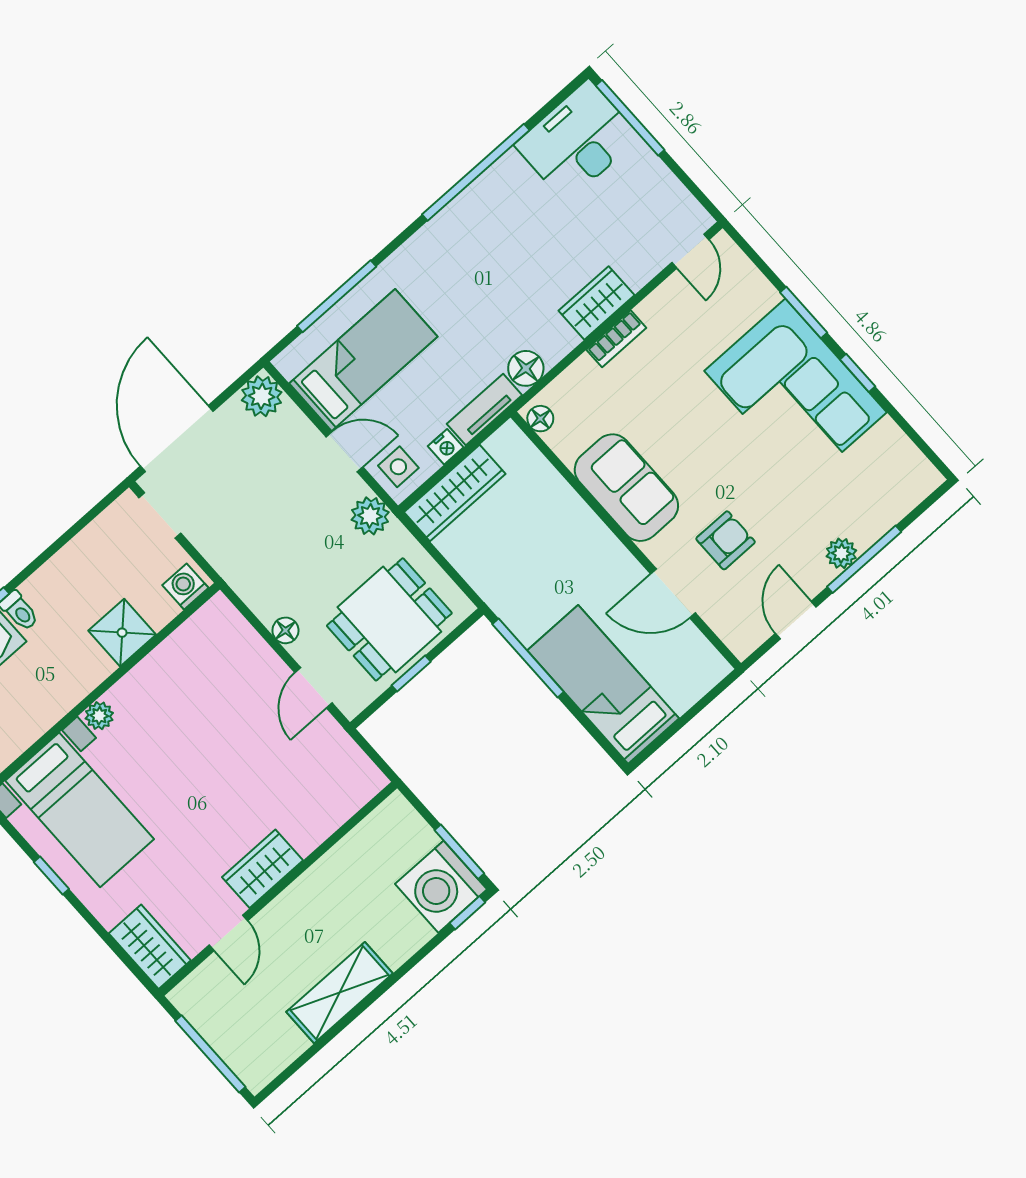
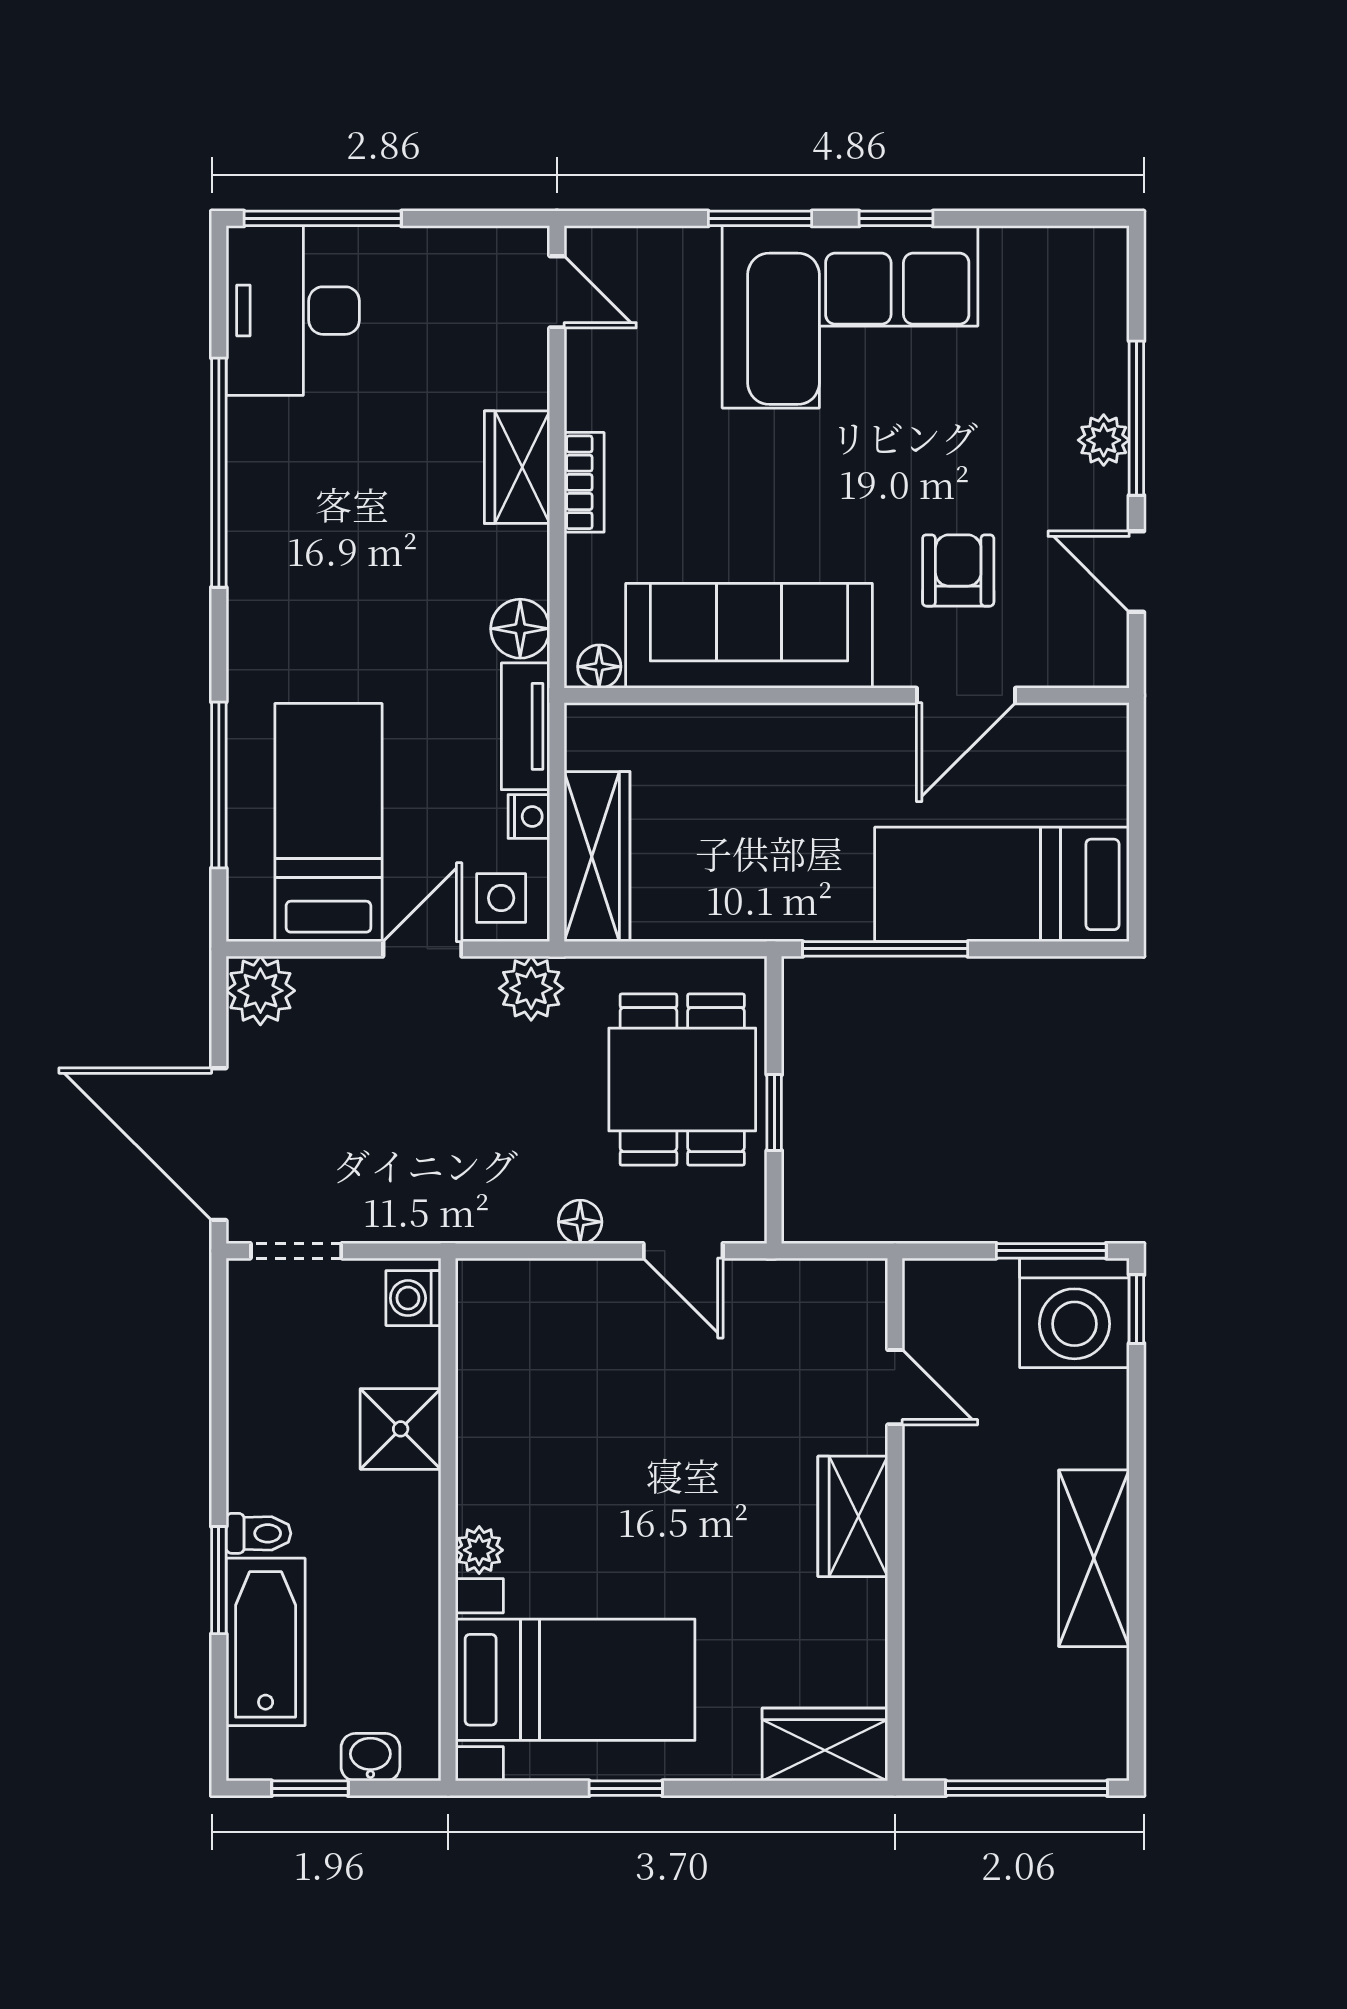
sofa: (626, 488) -> (749, 636), width x1.36
door: (228, 933) -> (895, 1387), moved

